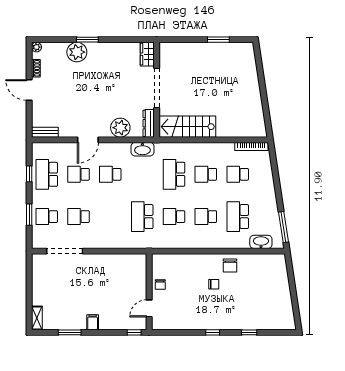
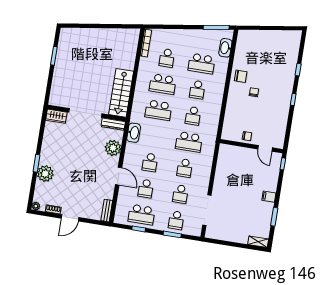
school desk: (206, 174) -> (163, 84), width x1.85
school desk: (110, 217) -> (185, 168), added

